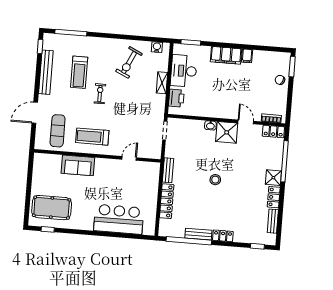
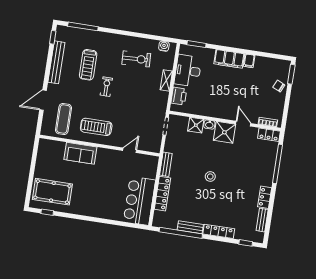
exercise bike: (129, 62) -> (136, 59), turned -118
shower: (273, 178) -> (196, 125), moved
bar counter: (119, 219) -> (139, 201), moved, turned -90
locker: (223, 236) -> (219, 231), width x1.53

